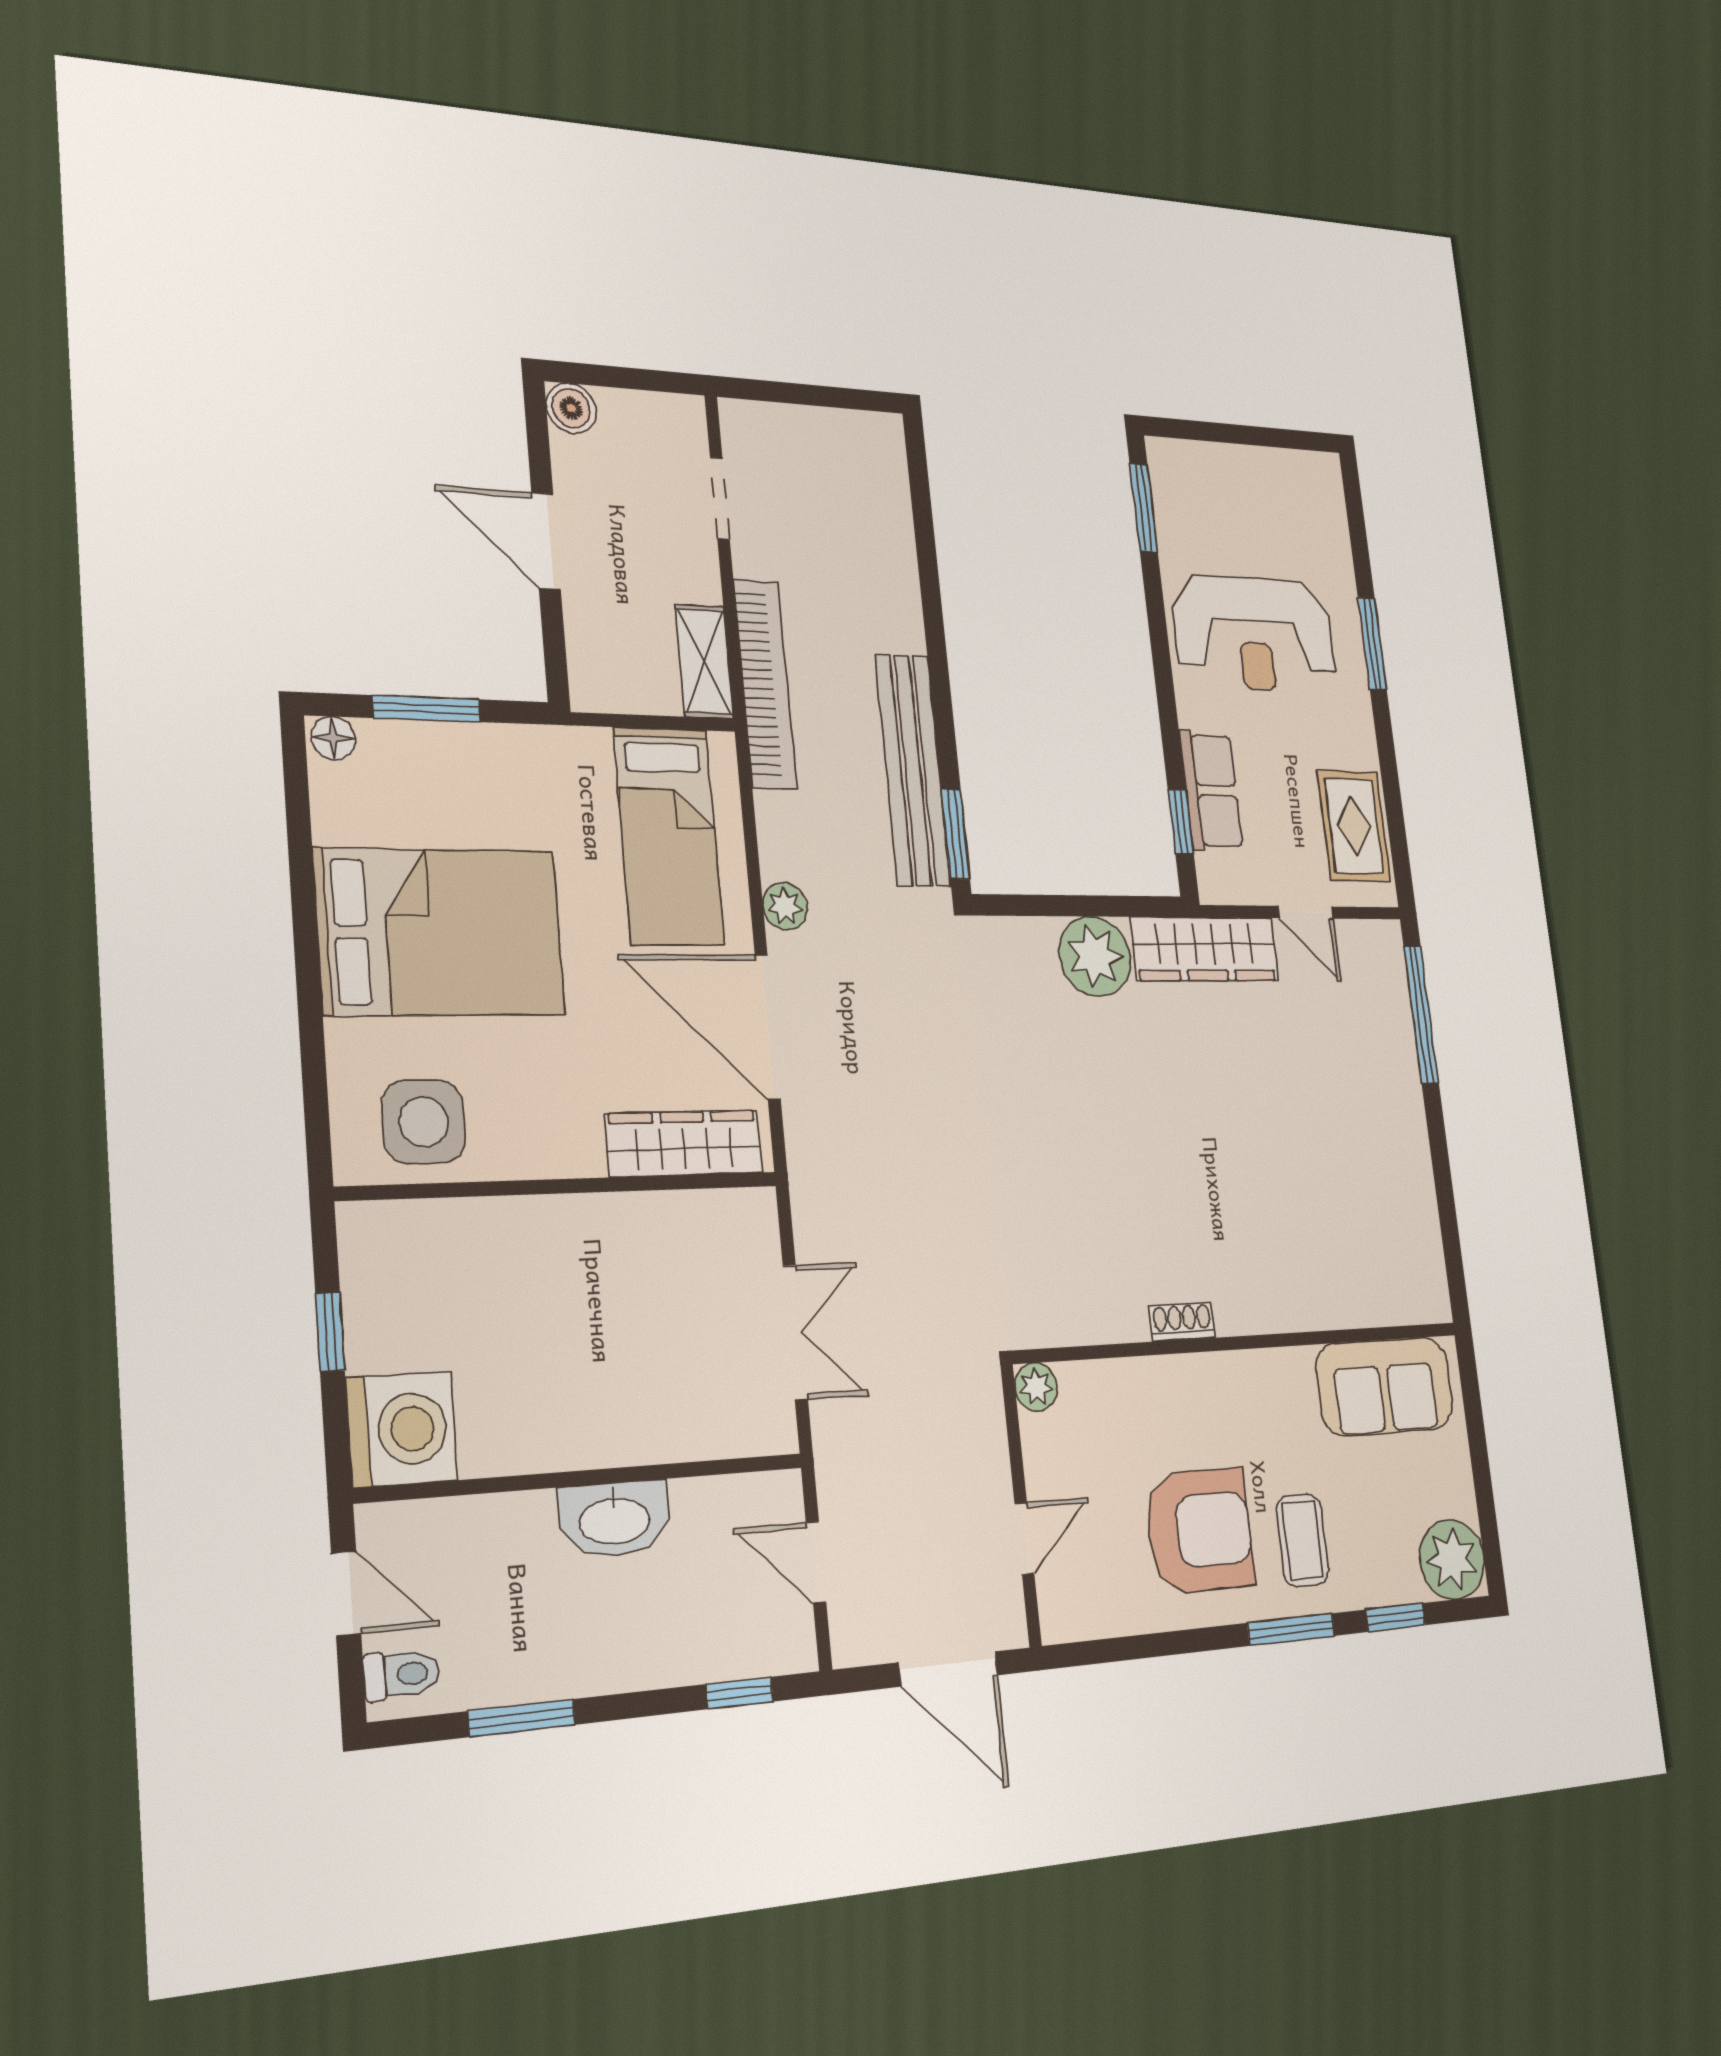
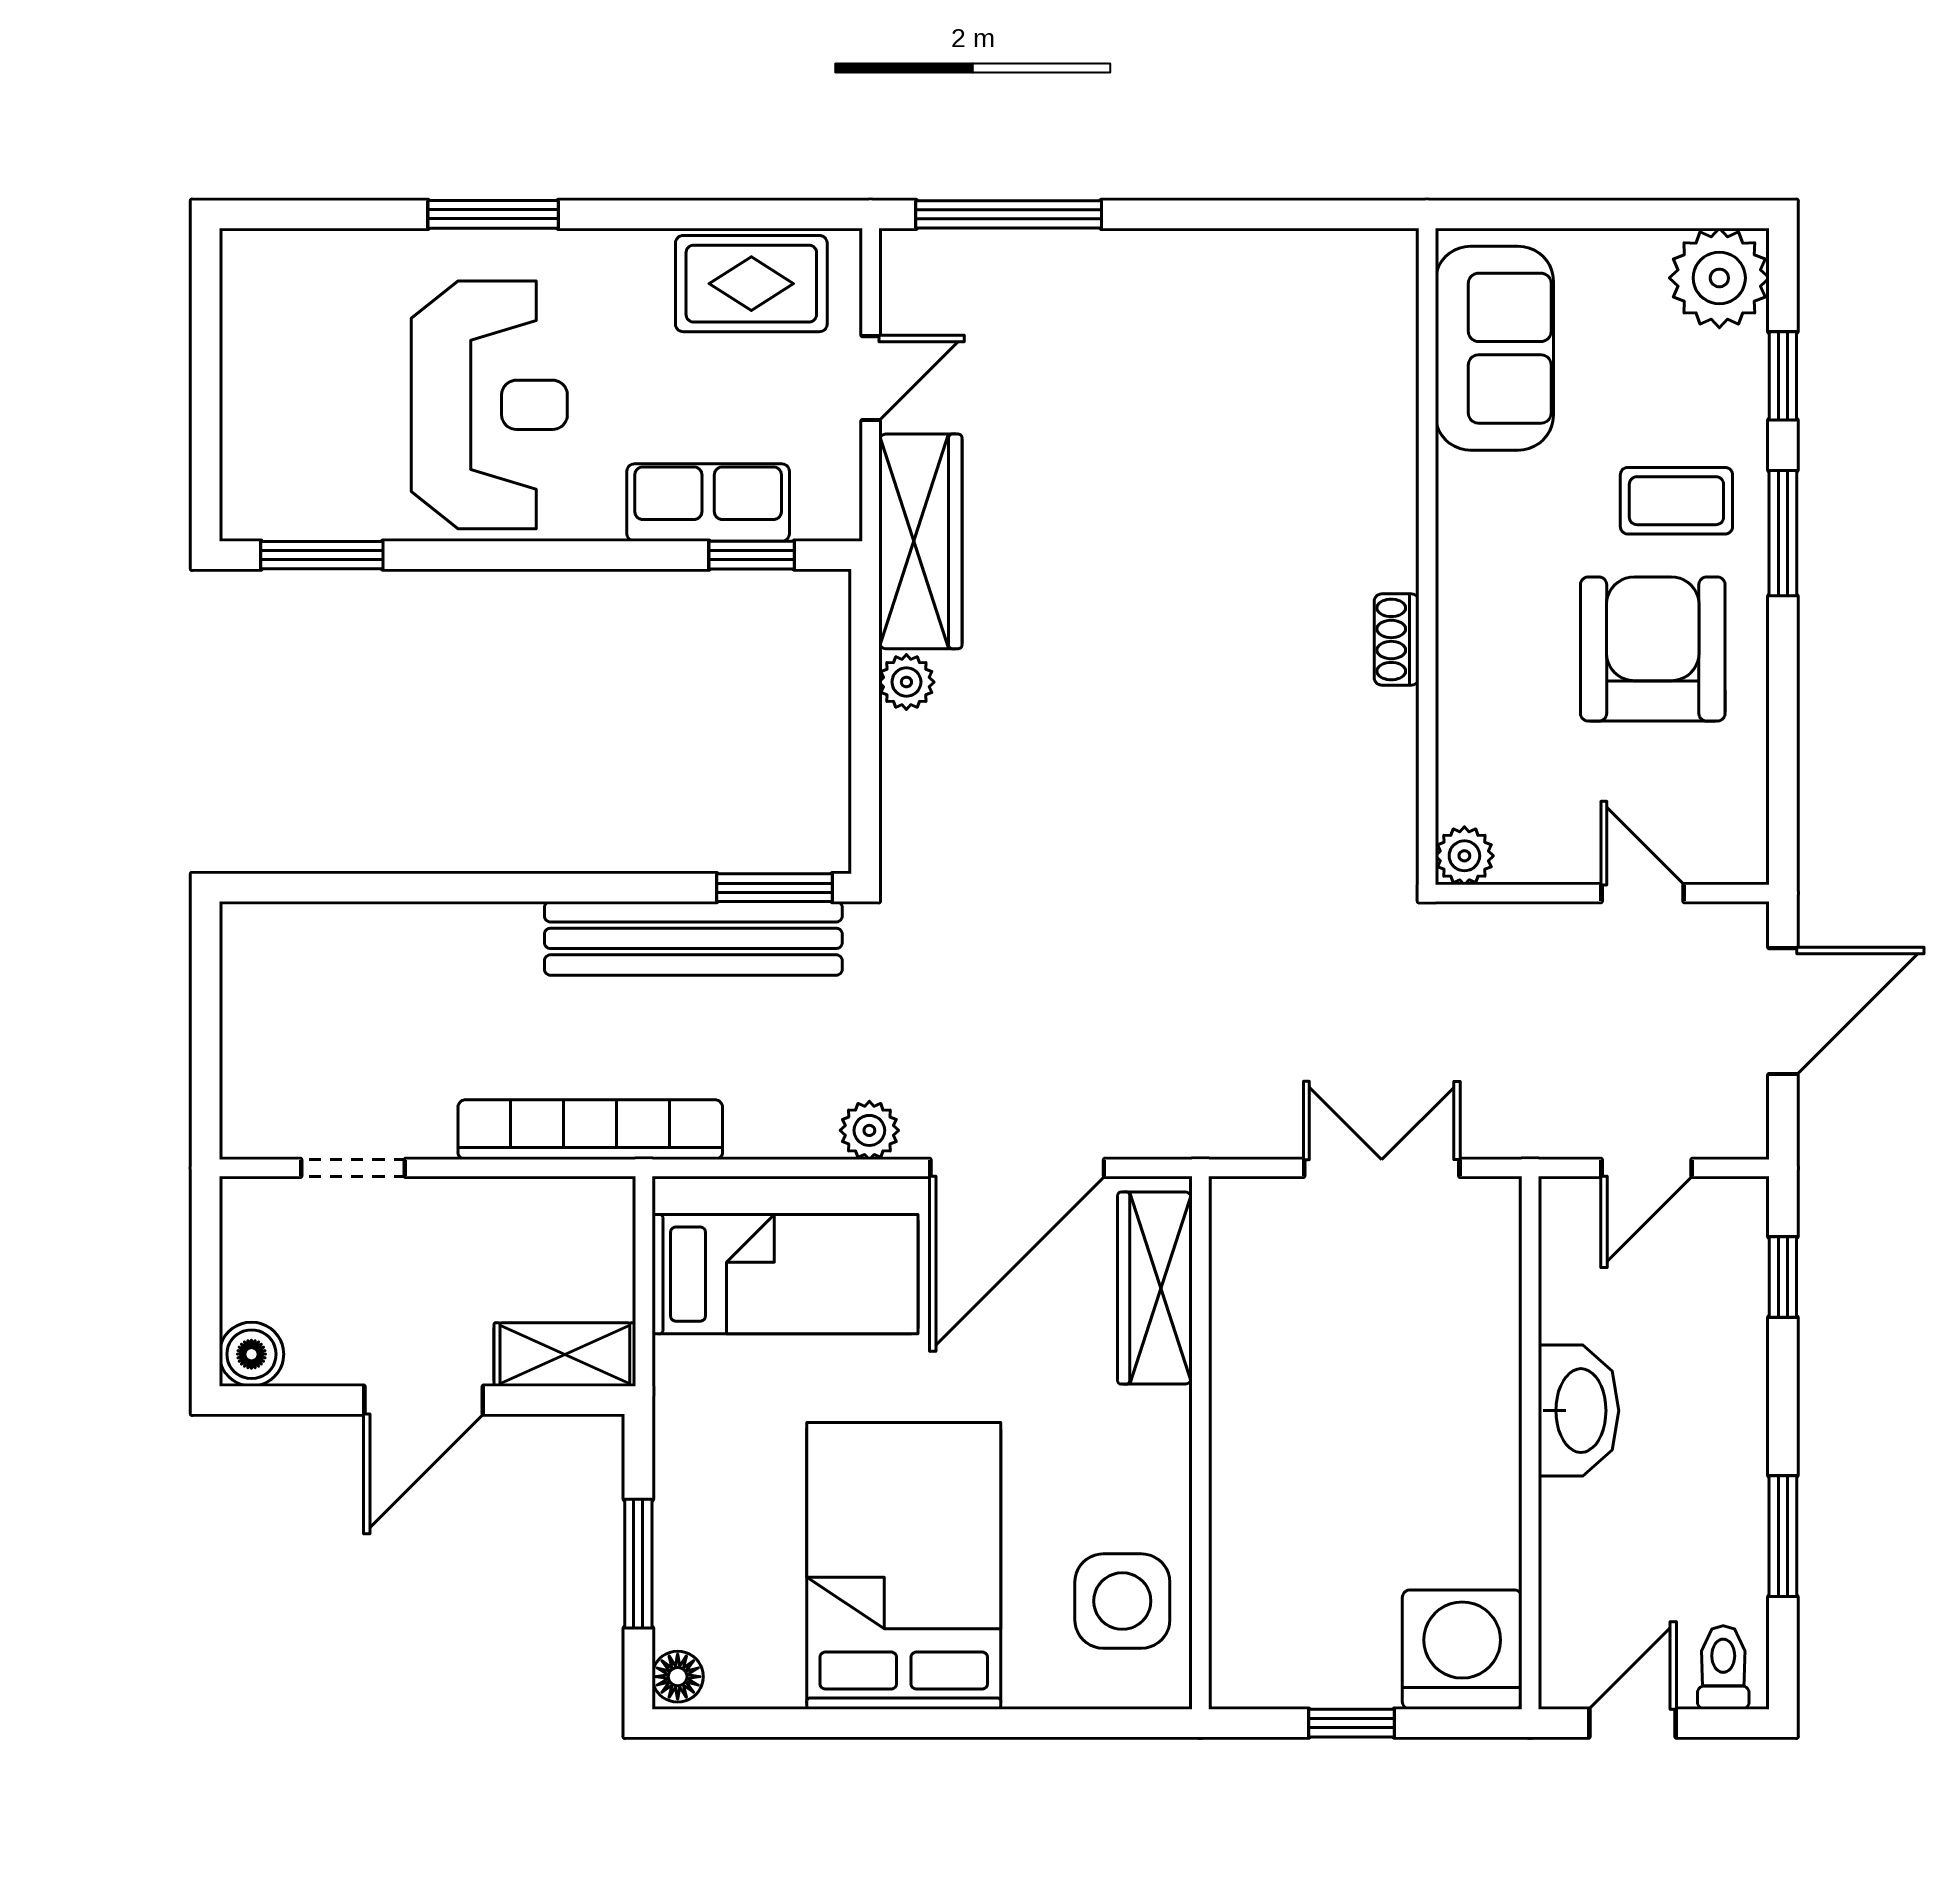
shelving: (704, 662) -> (565, 1355), moved
plant: (1095, 956) -> (906, 682), width x0.53, depth x0.53

